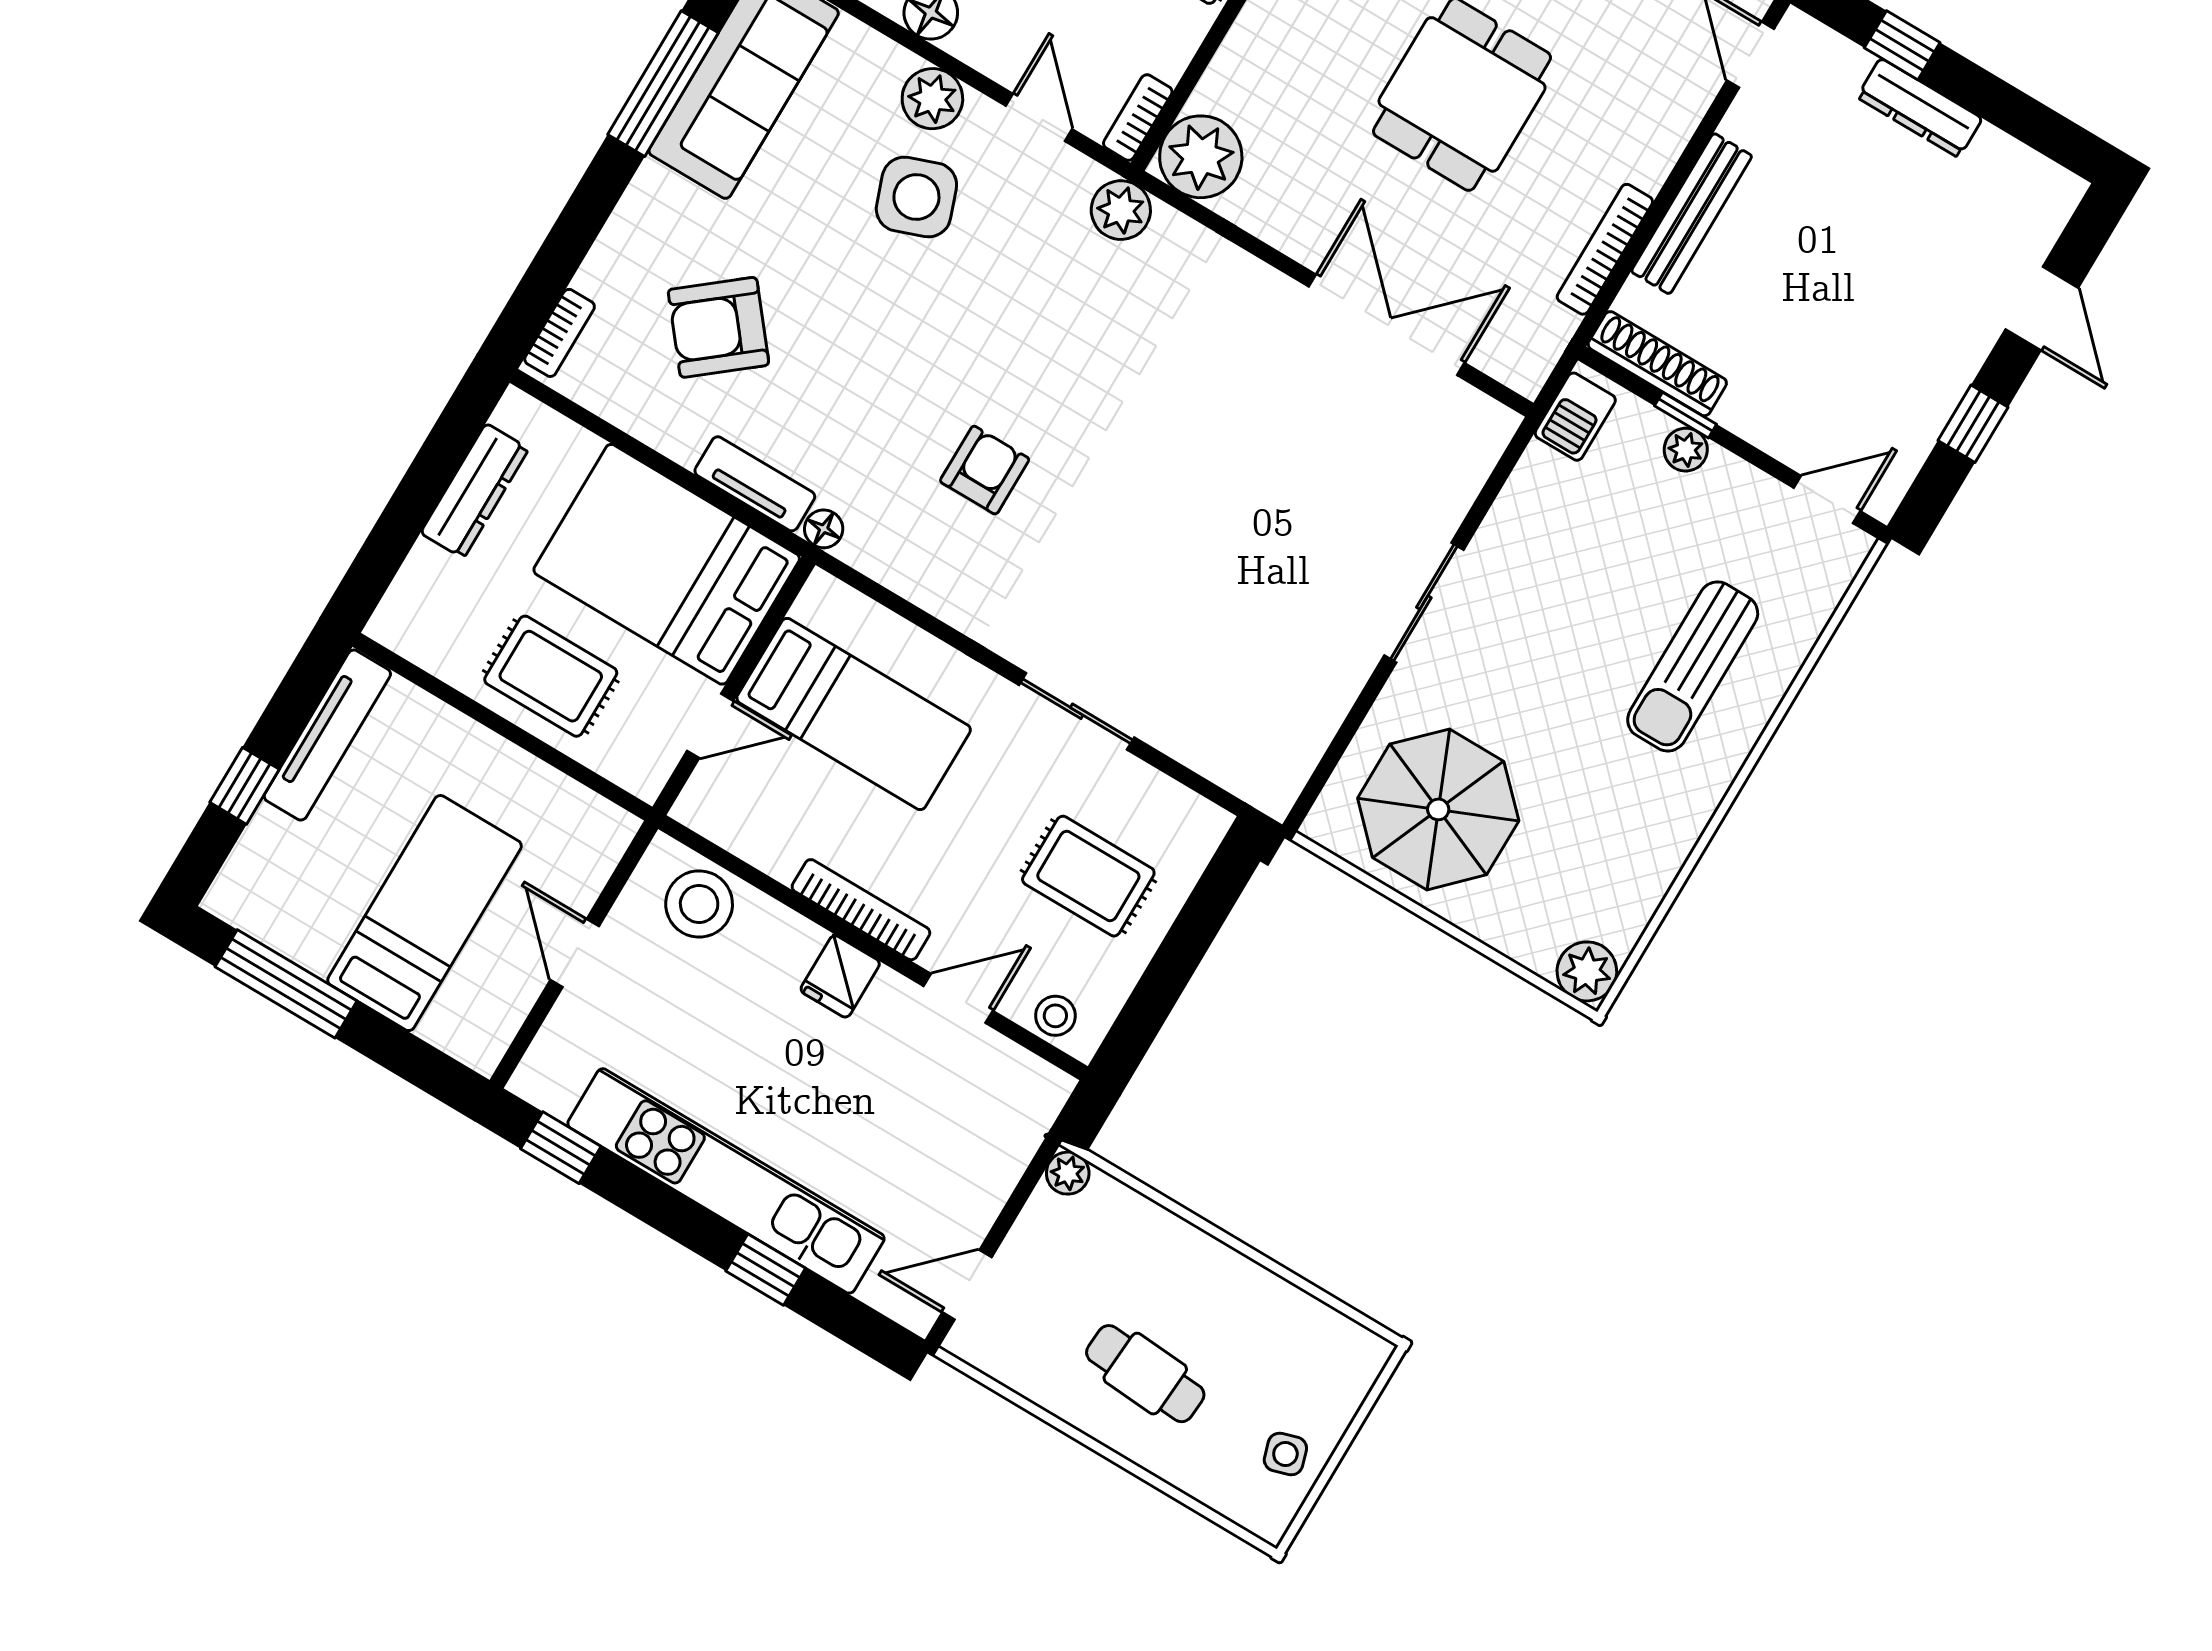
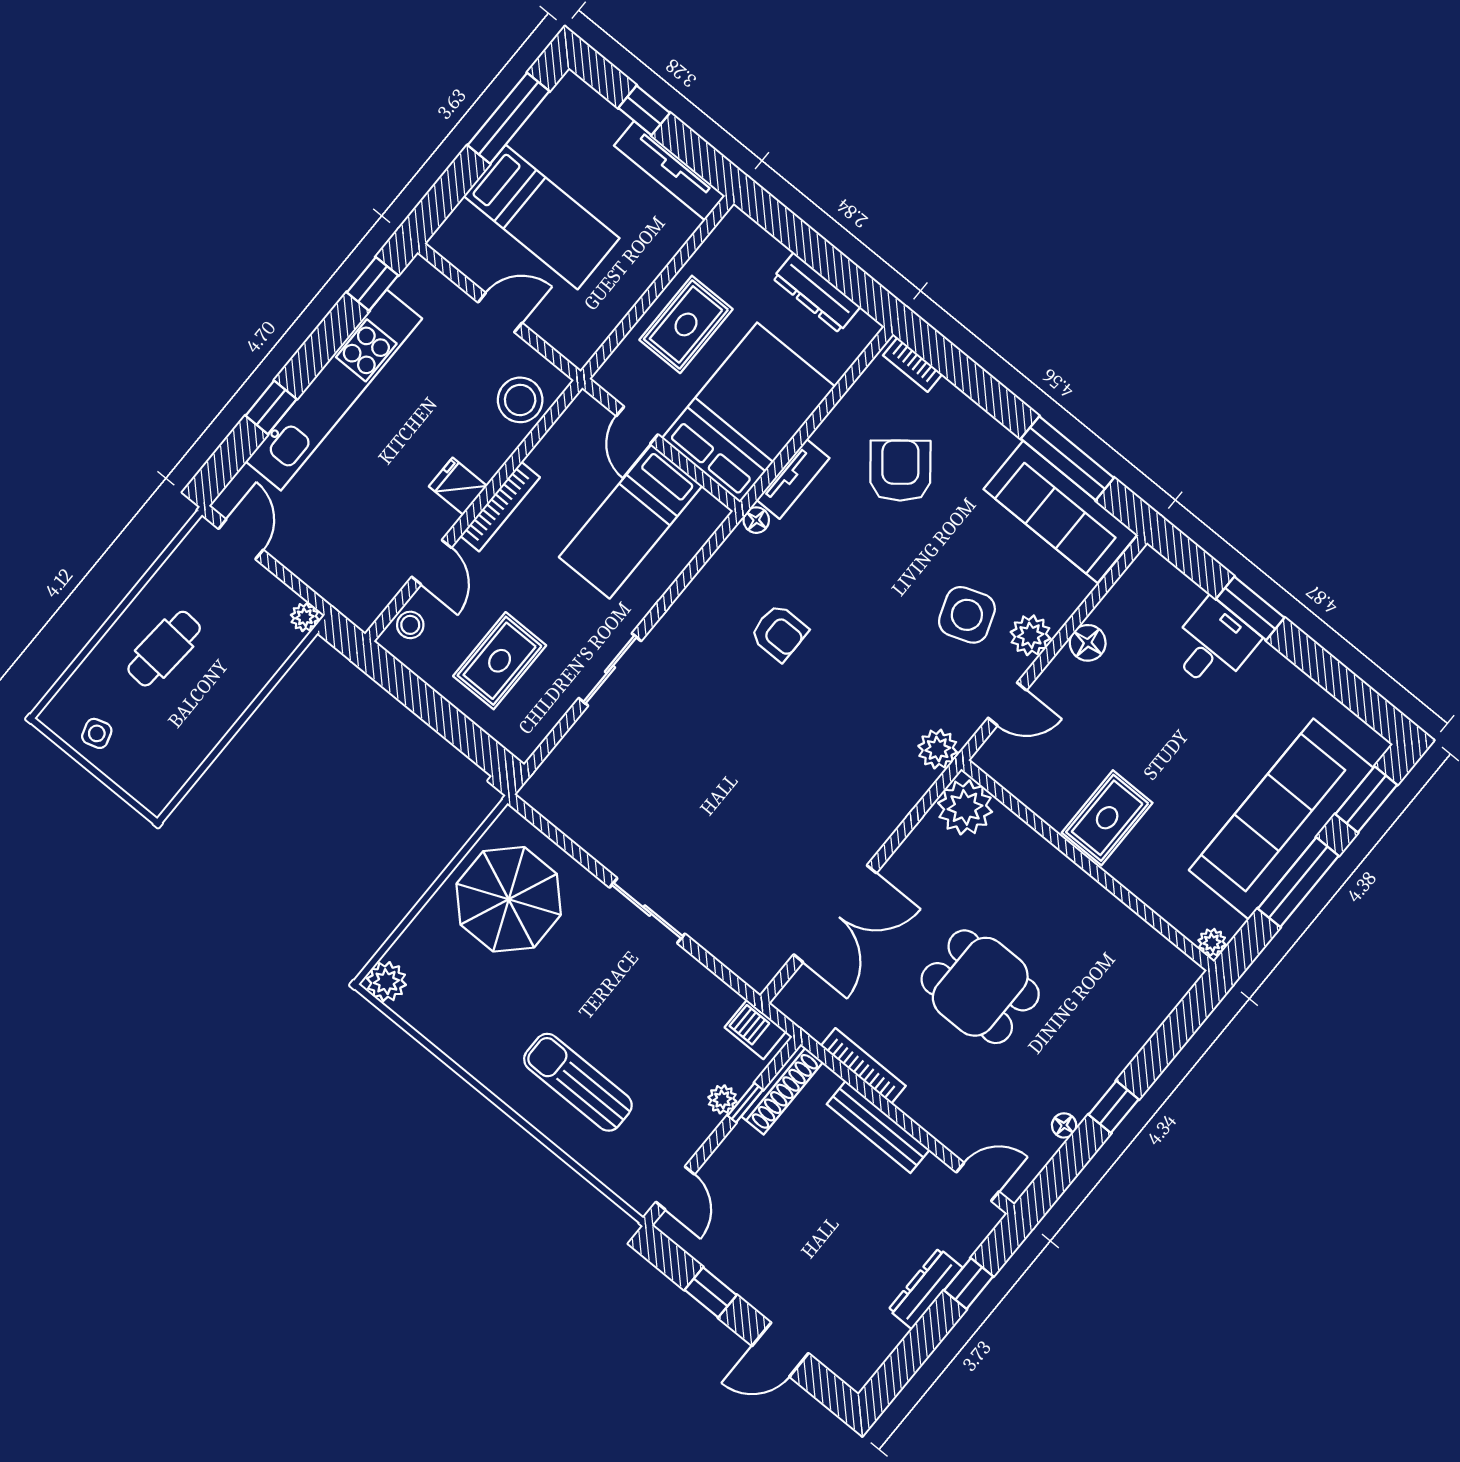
bookcase: (1138, 118) -> (997, 769), removed

